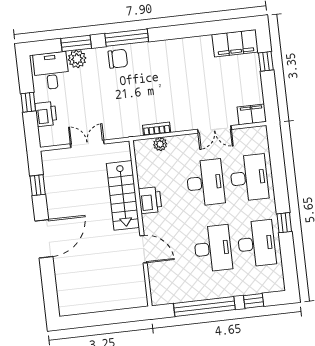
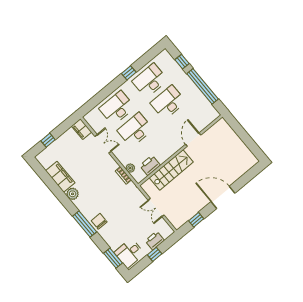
window: (76, 43) -> (113, 258), moved
filing cabinet: (235, 43) -> (60, 177), moved
plant: (77, 59) -> (73, 194), moved
printer: (150, 200) -> (150, 165), moved

